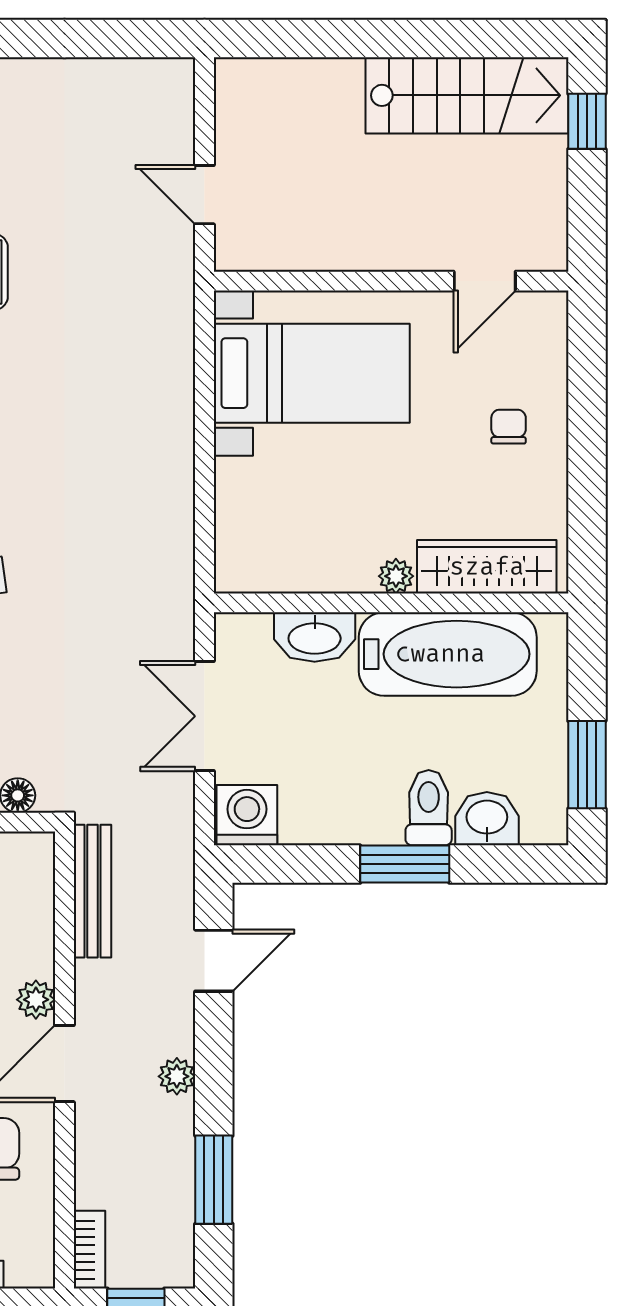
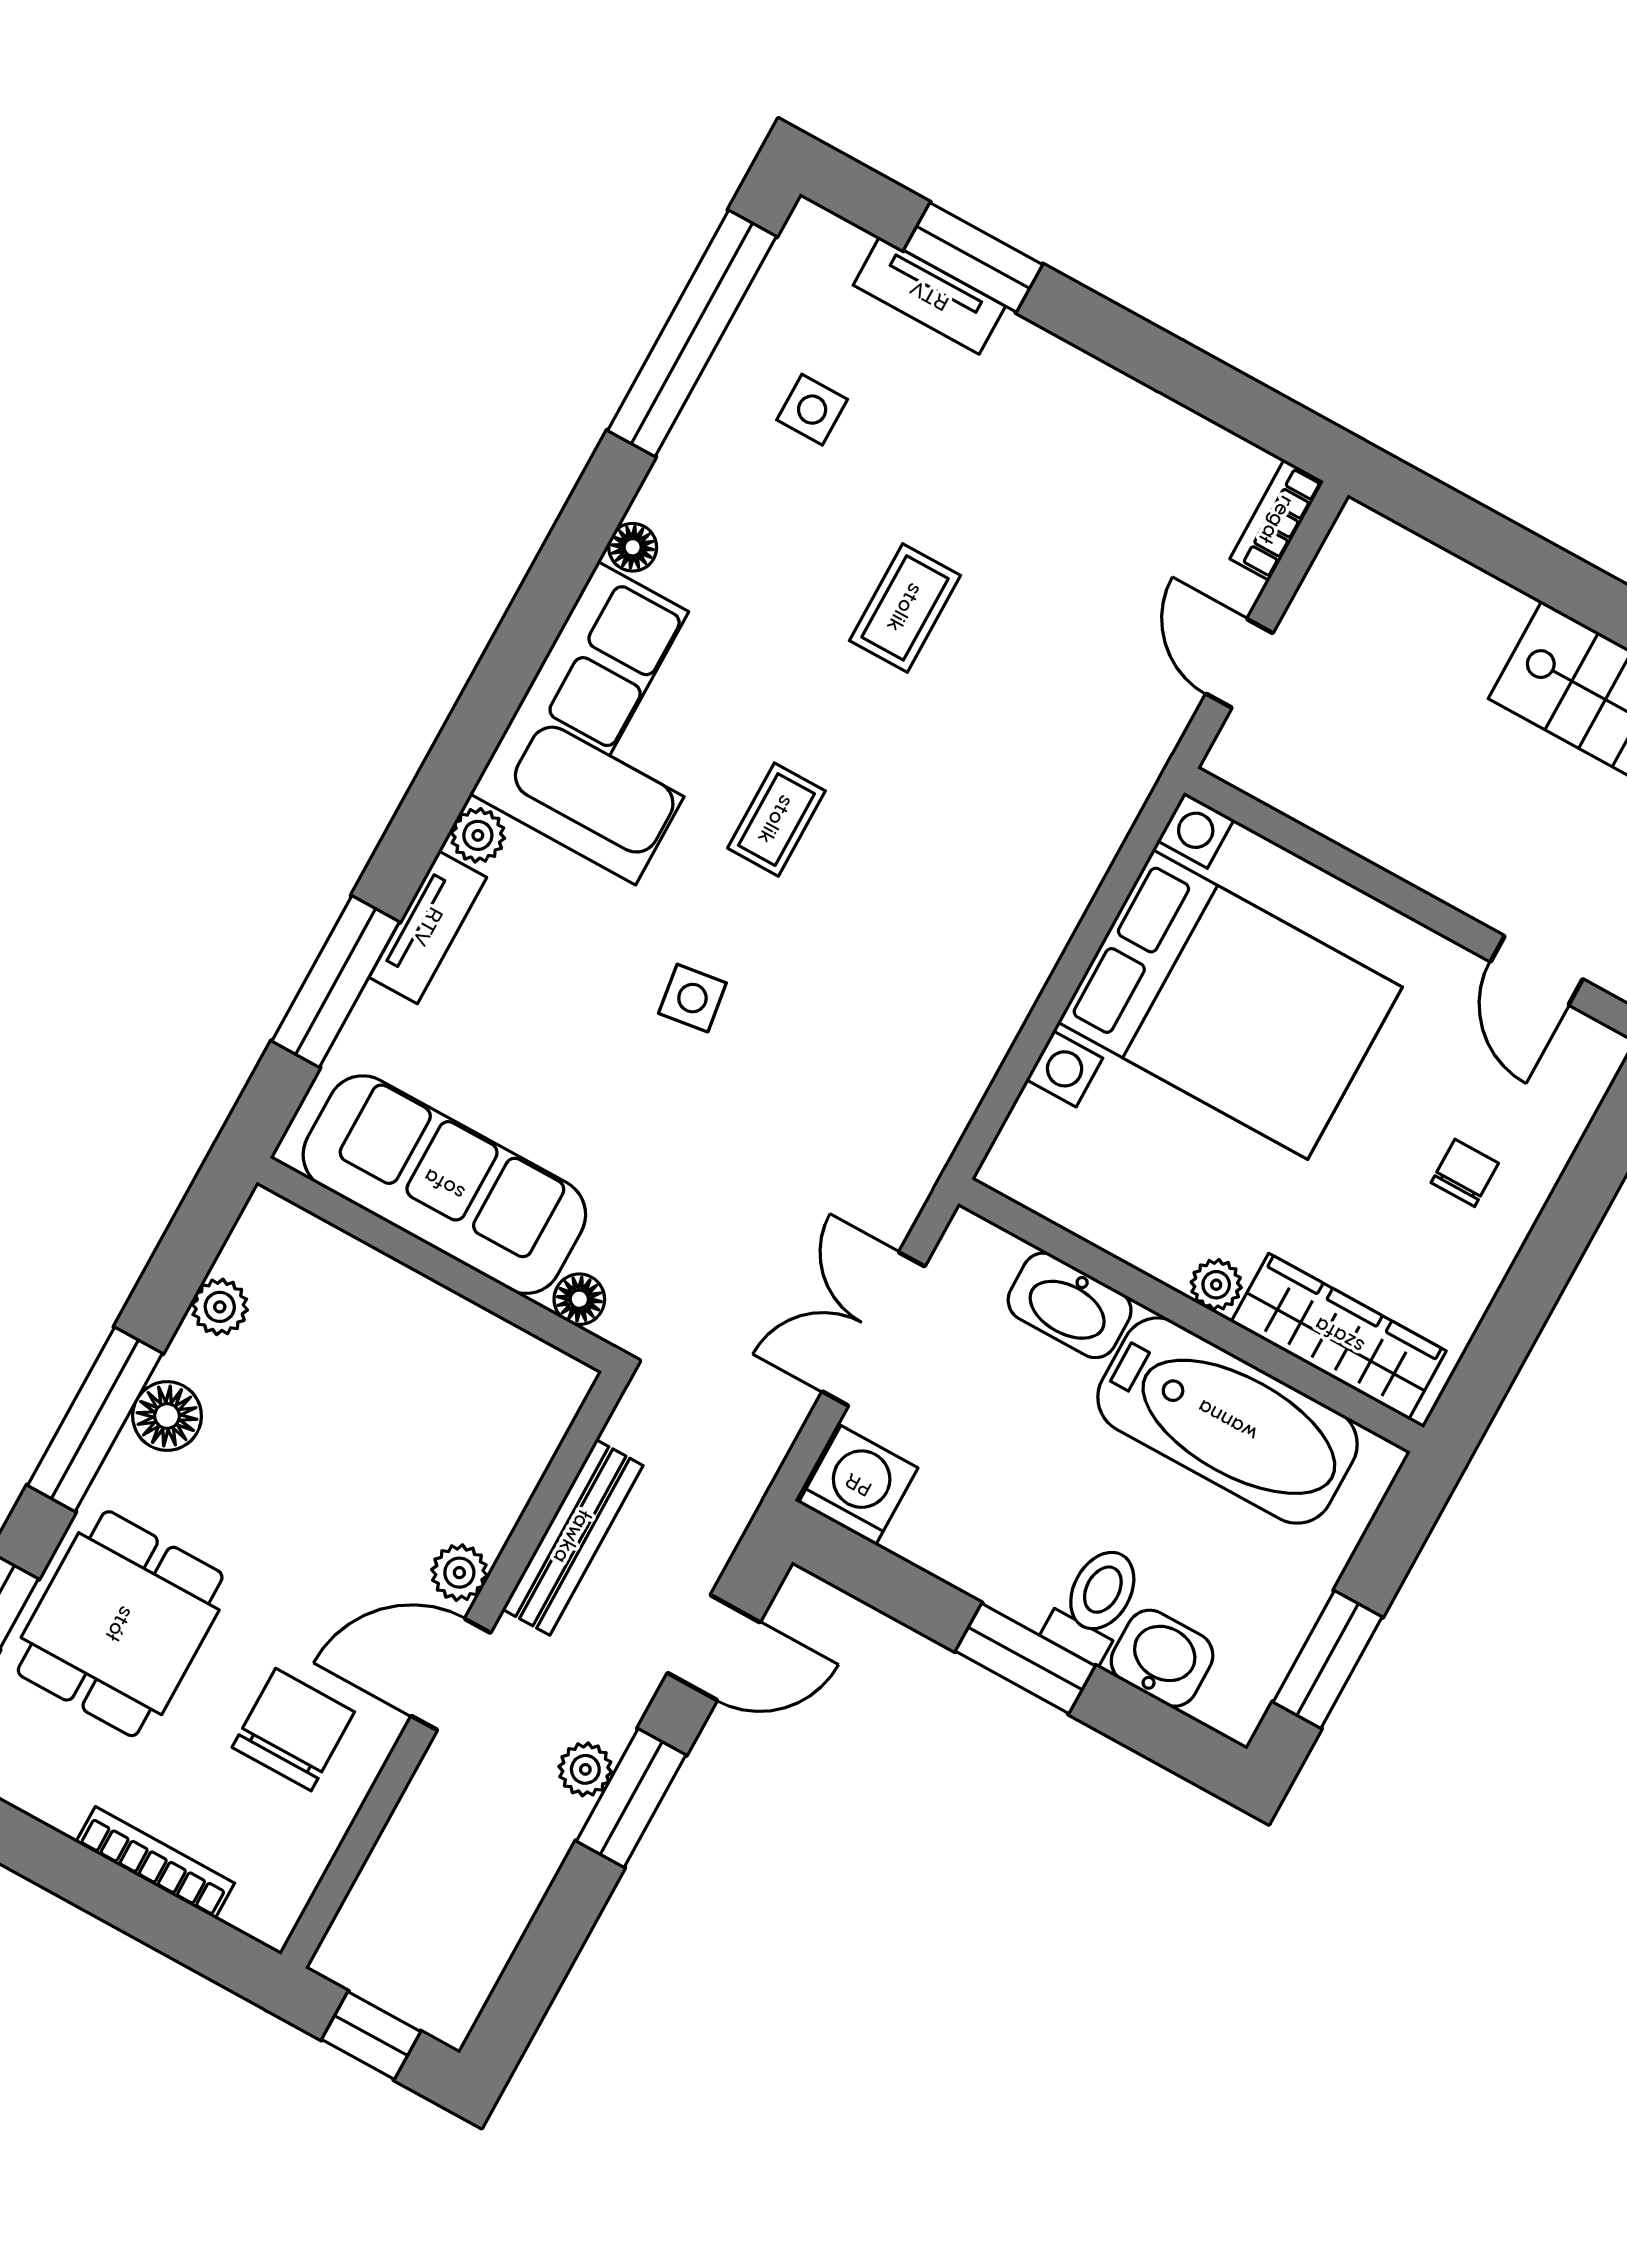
door: (485, 281) -> (1537, 970), hinge flipped
bed with nightstands: (312, 373) -> (1230, 1005), width x1.36
bench: (92, 891) -> (573, 1537), moved
window: (214, 1180) -> (631, 1798), moved
bookcase: (89, 1250) -> (1277, 520), moved, turned 180

